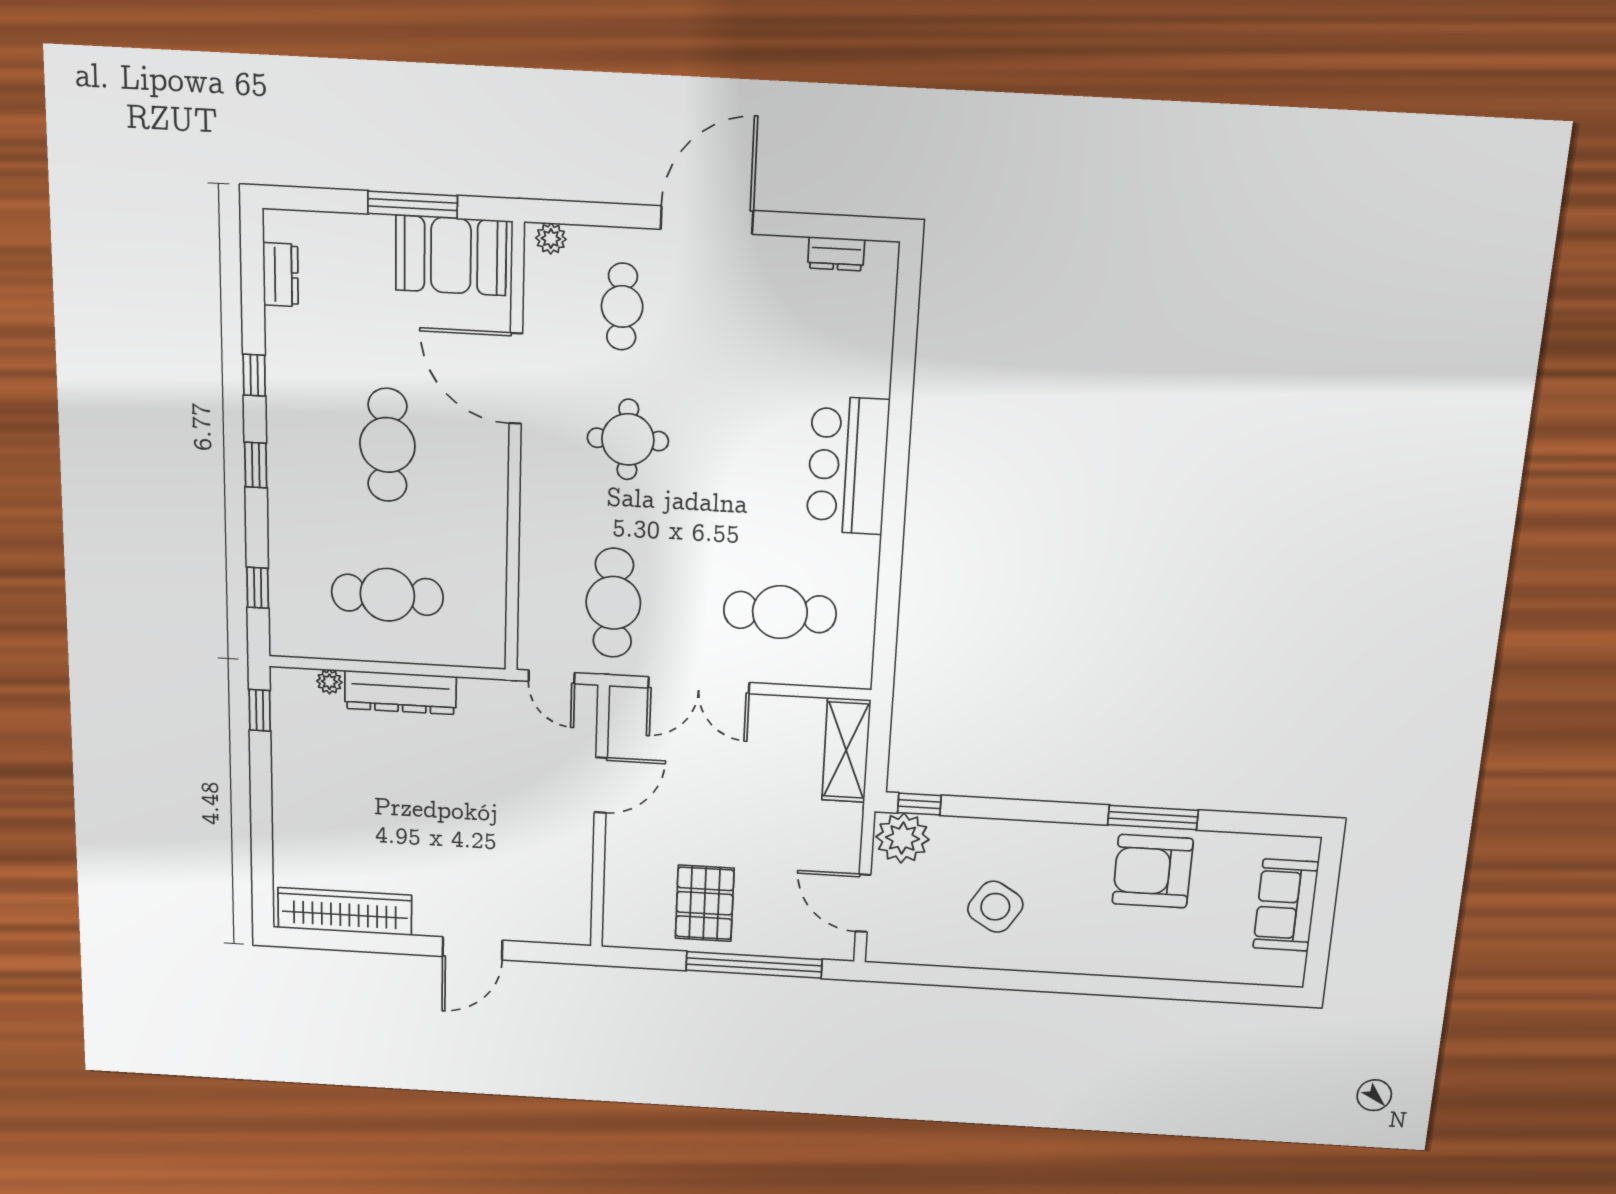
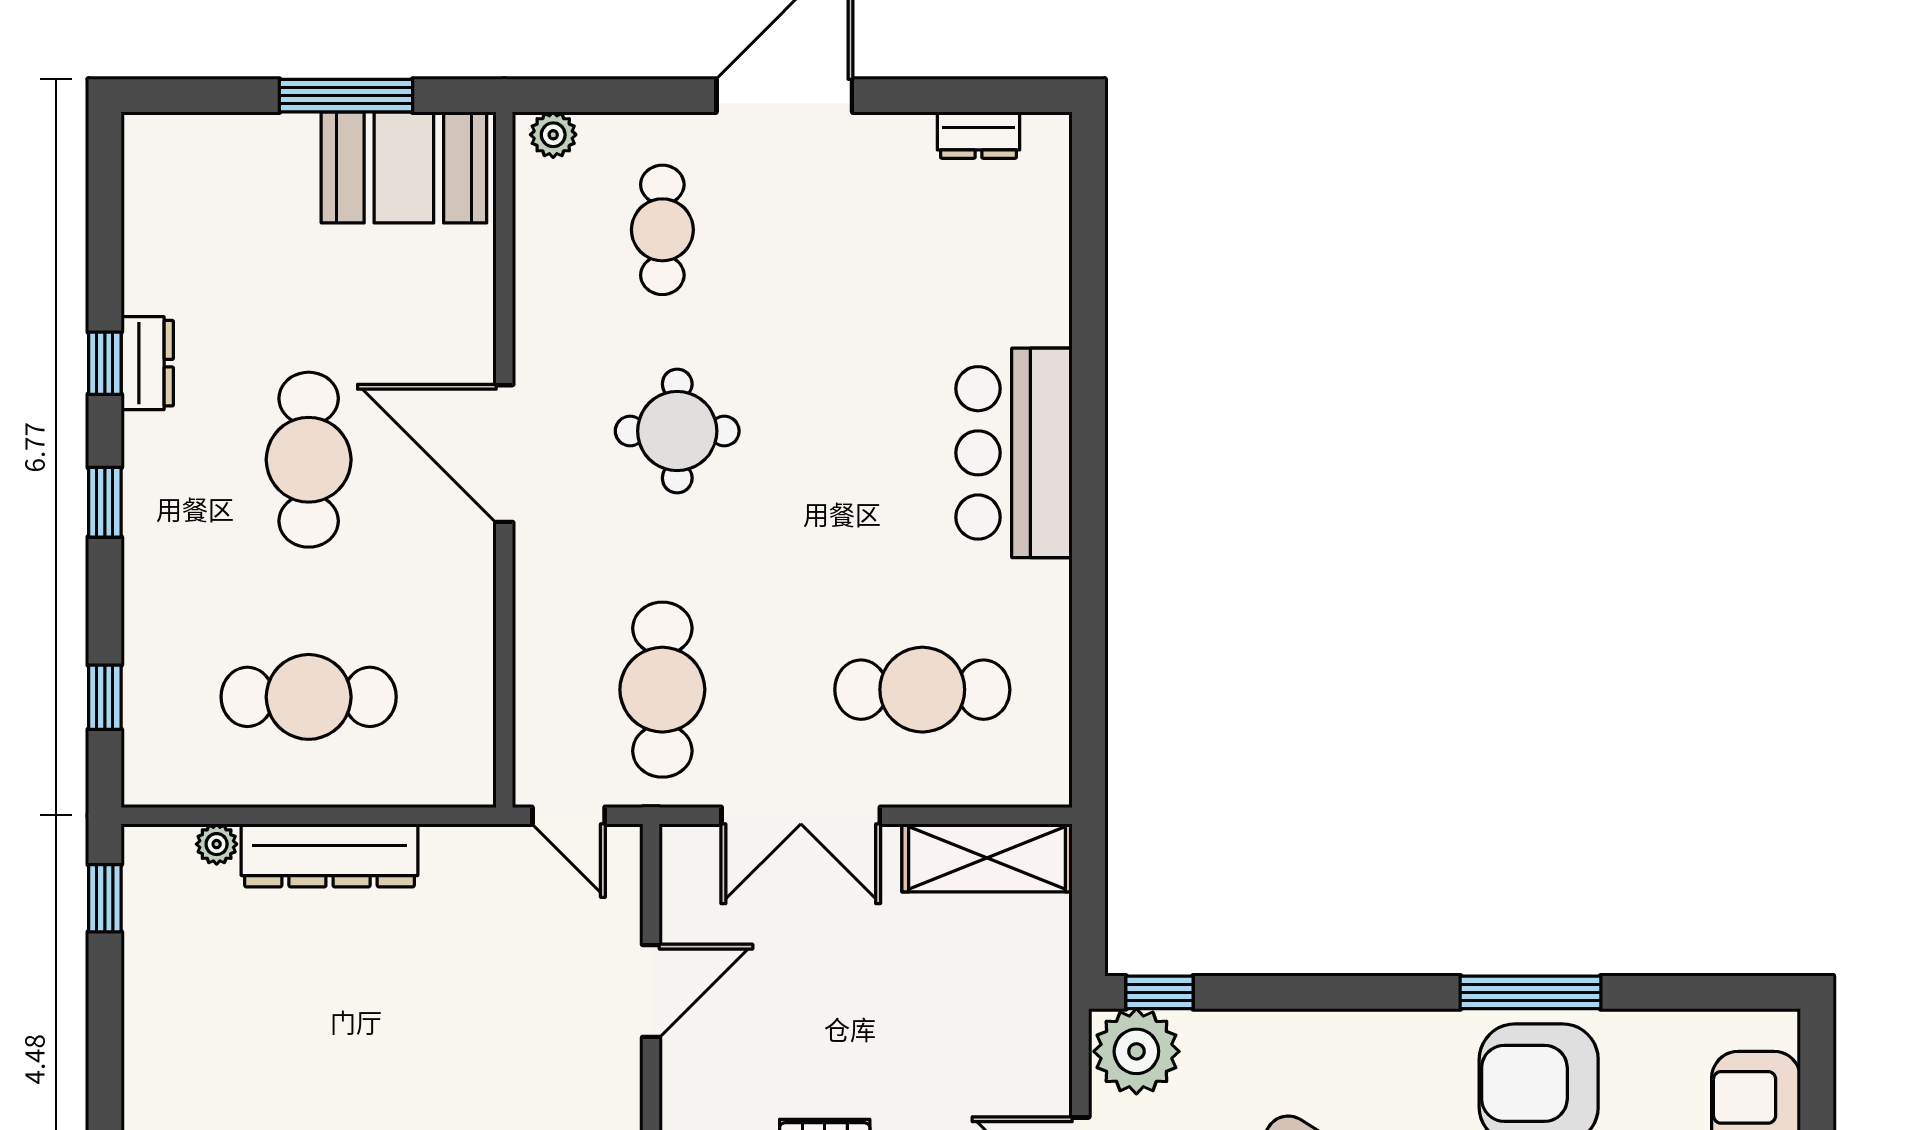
dresser: (281, 275) -> (147, 363), moved
door: (516, 379) -> (504, 454), moved
shelving: (846, 750) -> (987, 858), moved, turned 90

